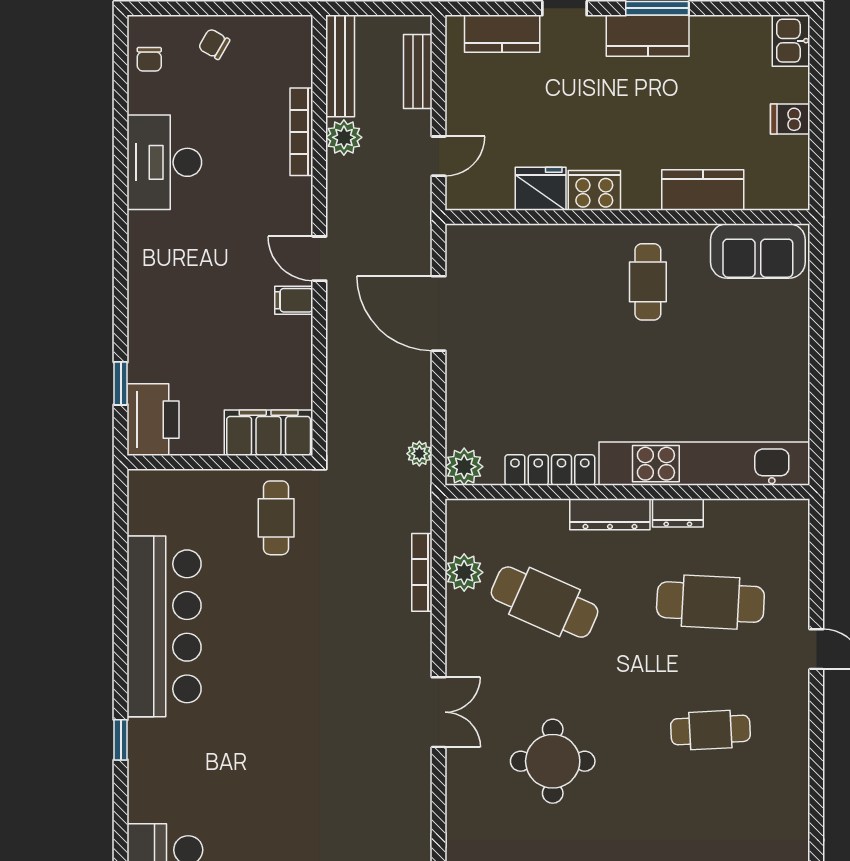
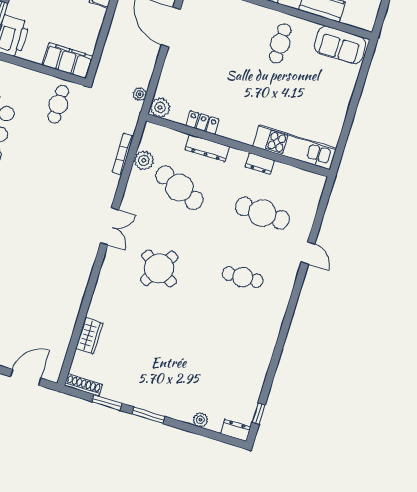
kitchen unit: (704, 464) -> (295, 147), width x0.73
locker: (550, 470) -> (202, 122), width x0.66
dresser: (610, 514) -> (207, 148), moved
round table: (553, 761) -> (159, 268), turned 31

